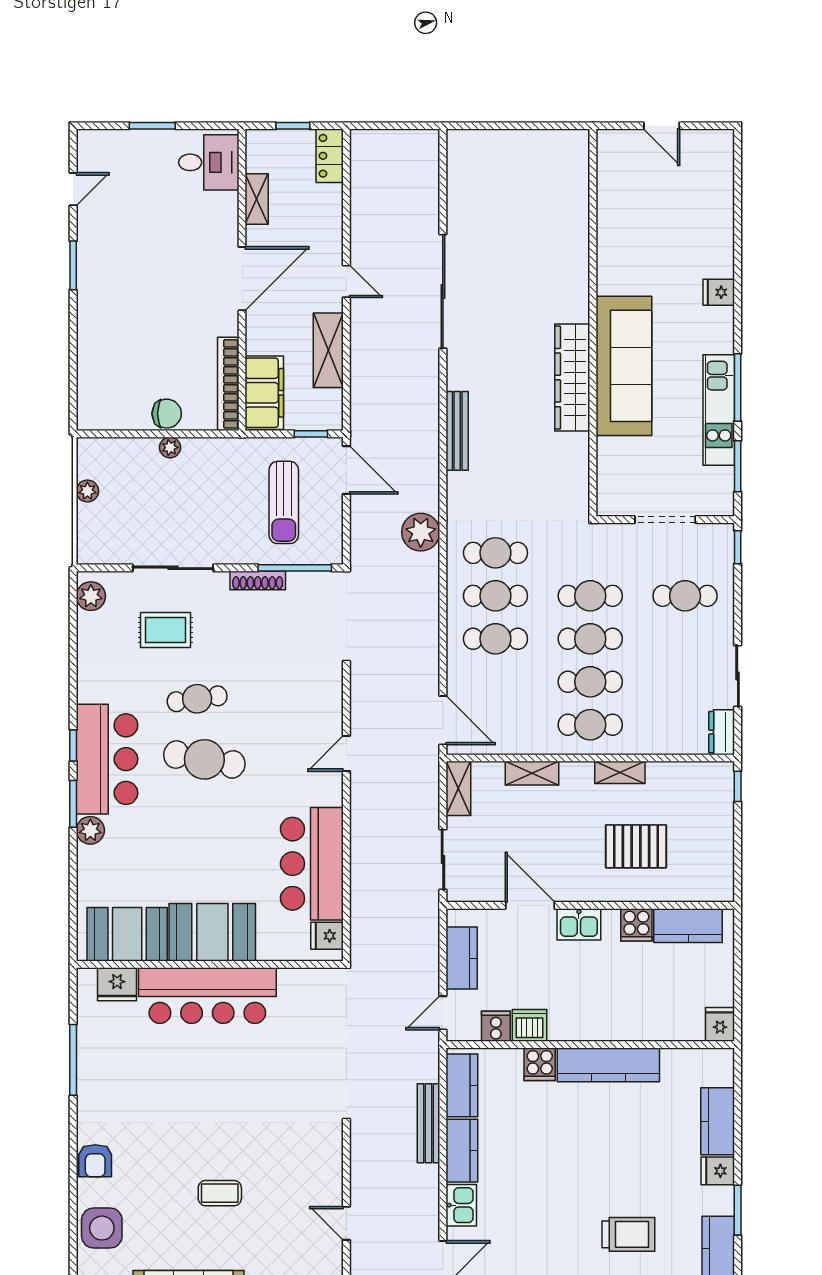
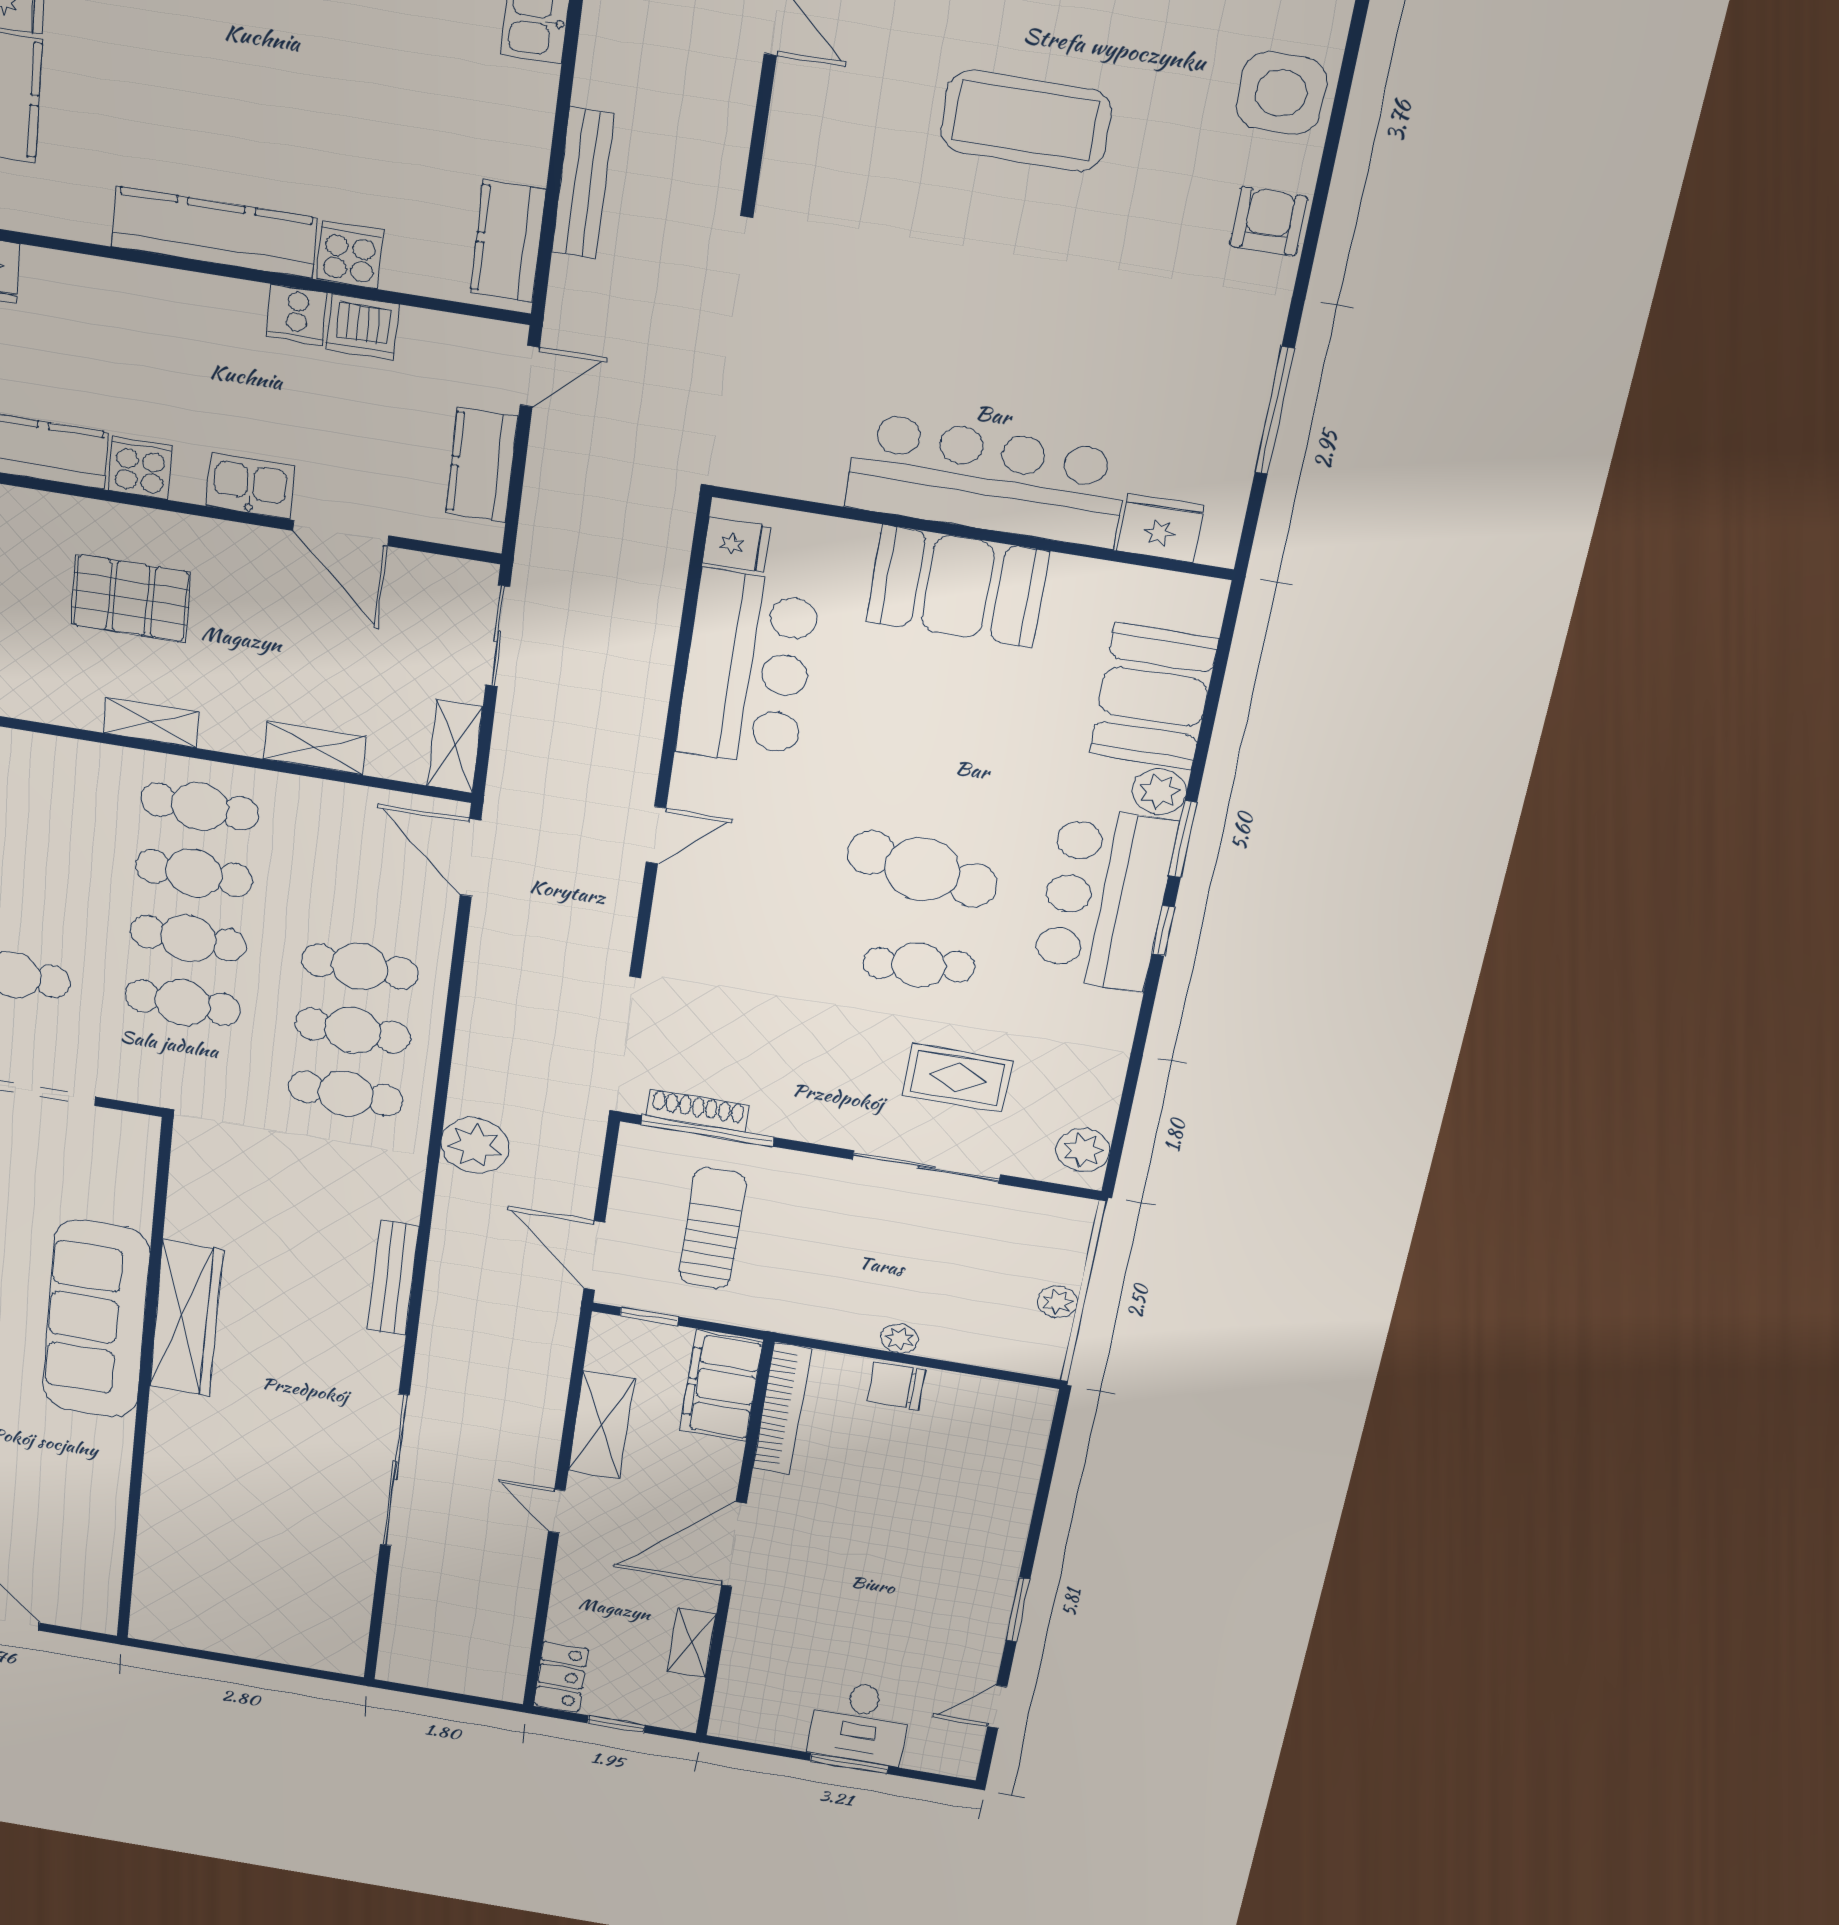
desk: (209, 162) -> (860, 1723), moved, turned -90
shoe rack: (258, 580) -> (698, 1111), moved
booth: (127, 934) -> (1154, 697), moved, turned 90
cooker: (496, 1026) -> (297, 315), moved
kitchen counter: (462, 1151) -> (522, 122), removed
coffee table: (220, 1193) -> (1026, 121), width x1.86, depth x1.72

